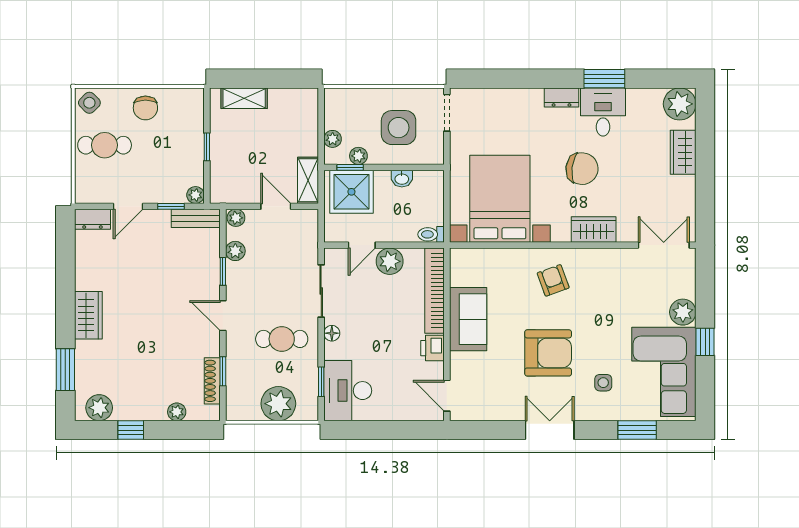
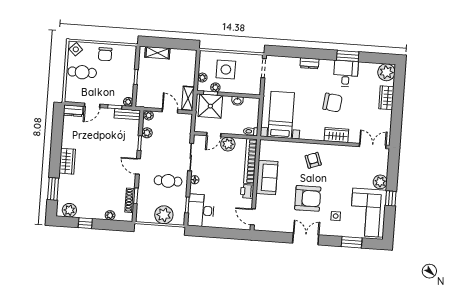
dresser: (561, 97) -> (309, 63), moved
side table: (399, 128) -> (226, 69), moved
bed with nightstands: (500, 199) -> (281, 115), width x0.73

